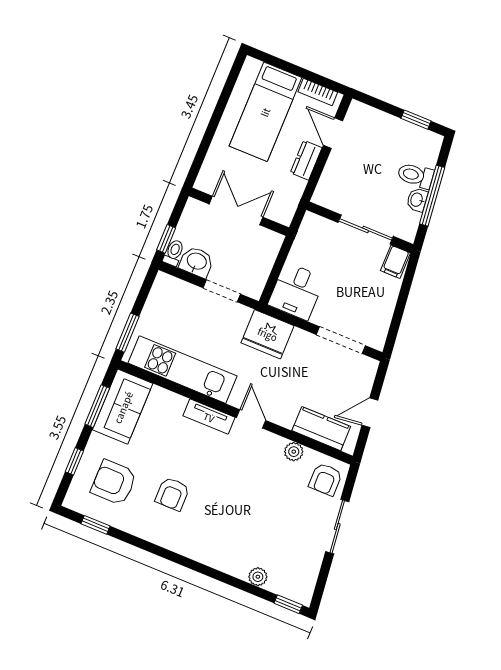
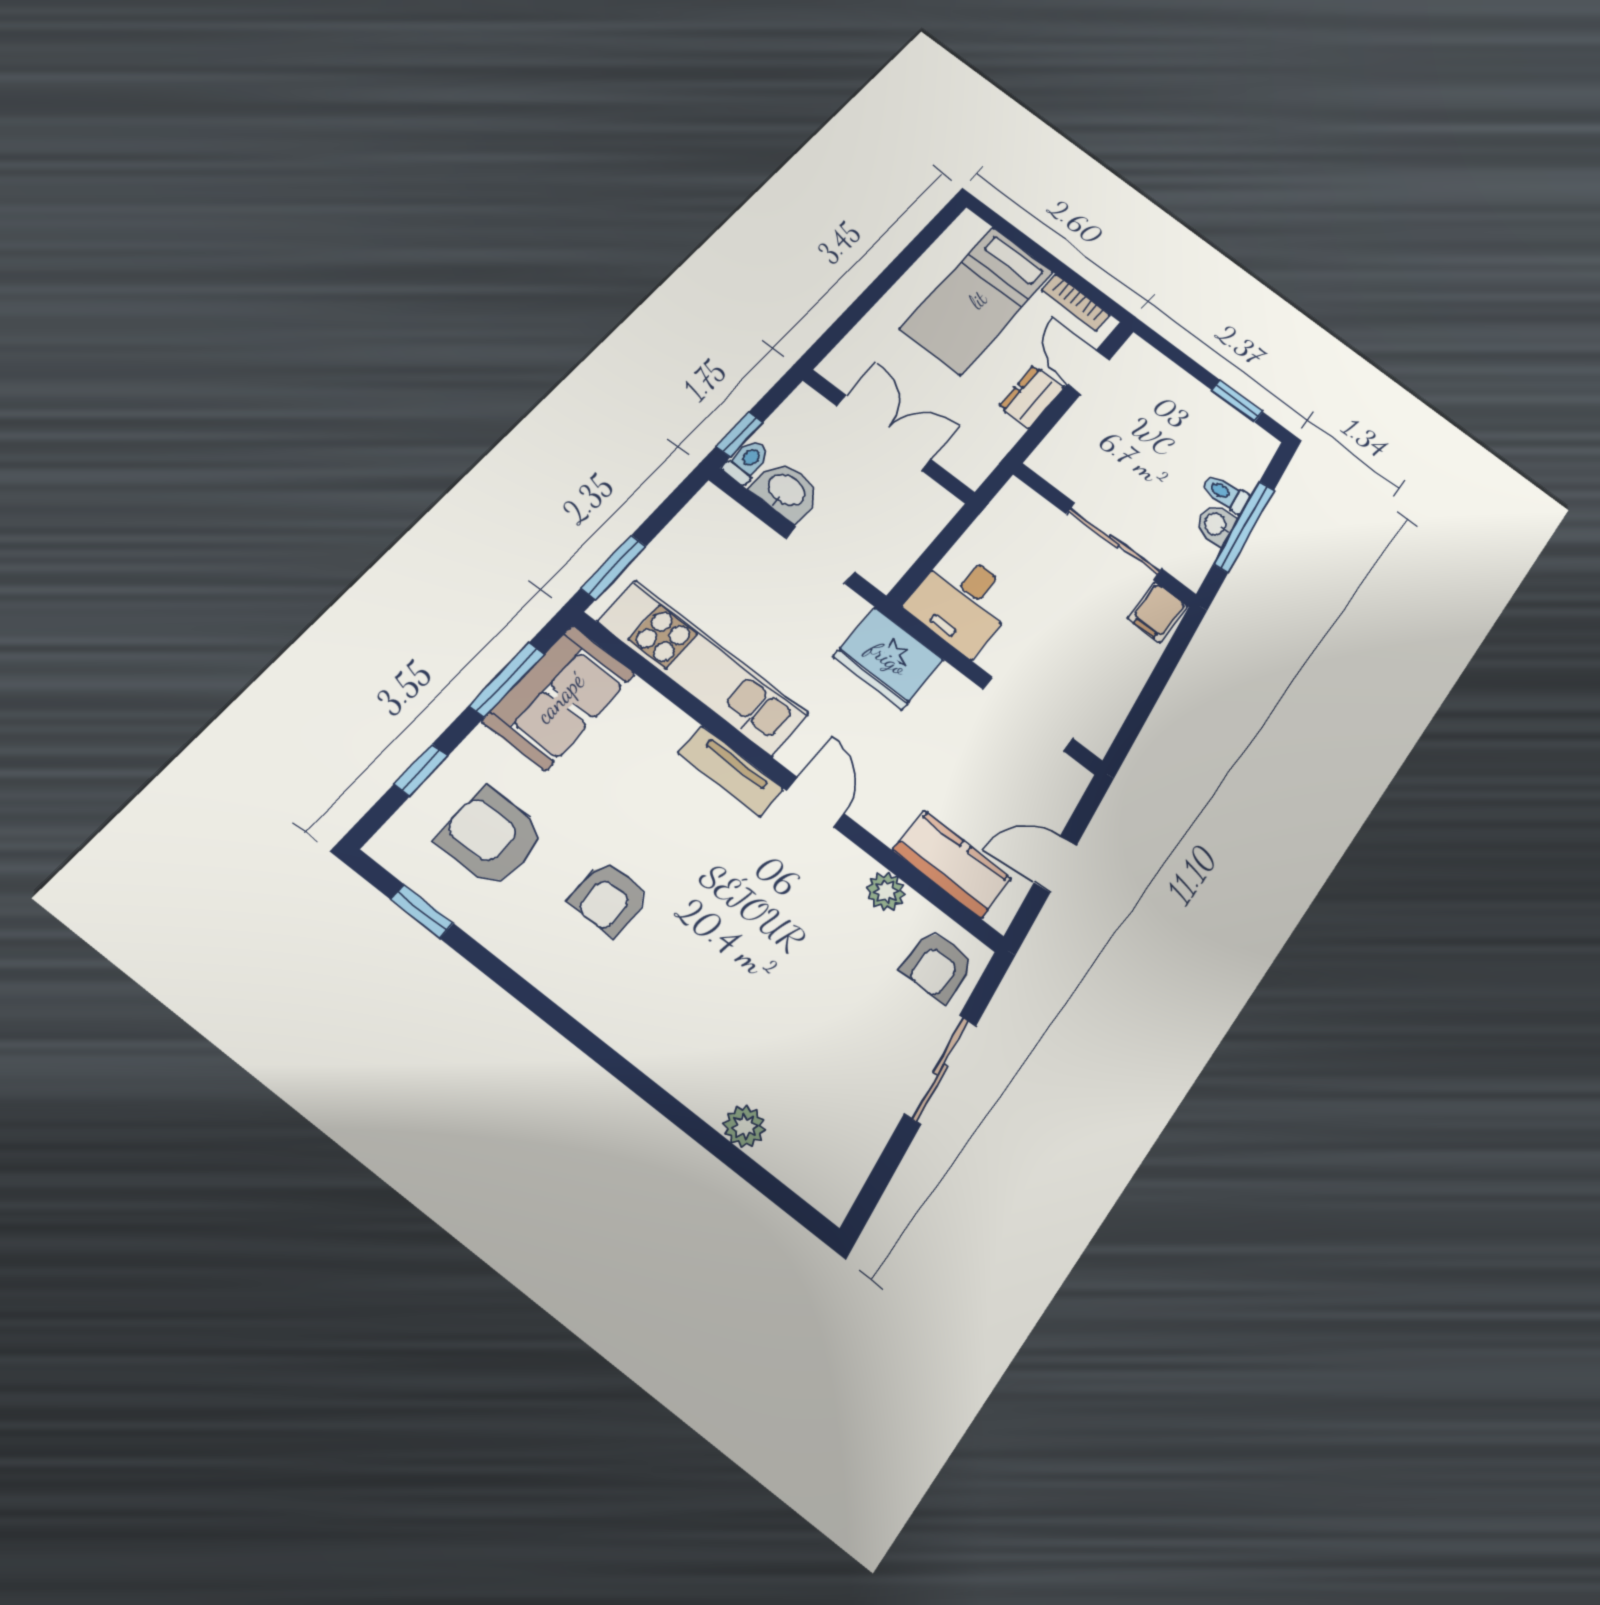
toilet: (415, 175) -> (1226, 494), width x0.73, depth x0.72
window: (288, 604) -> (795, 1207), removed

